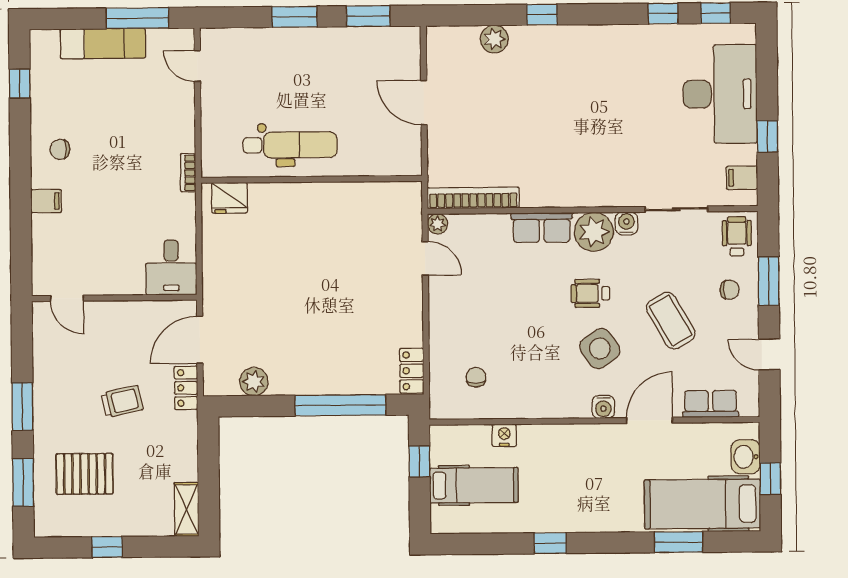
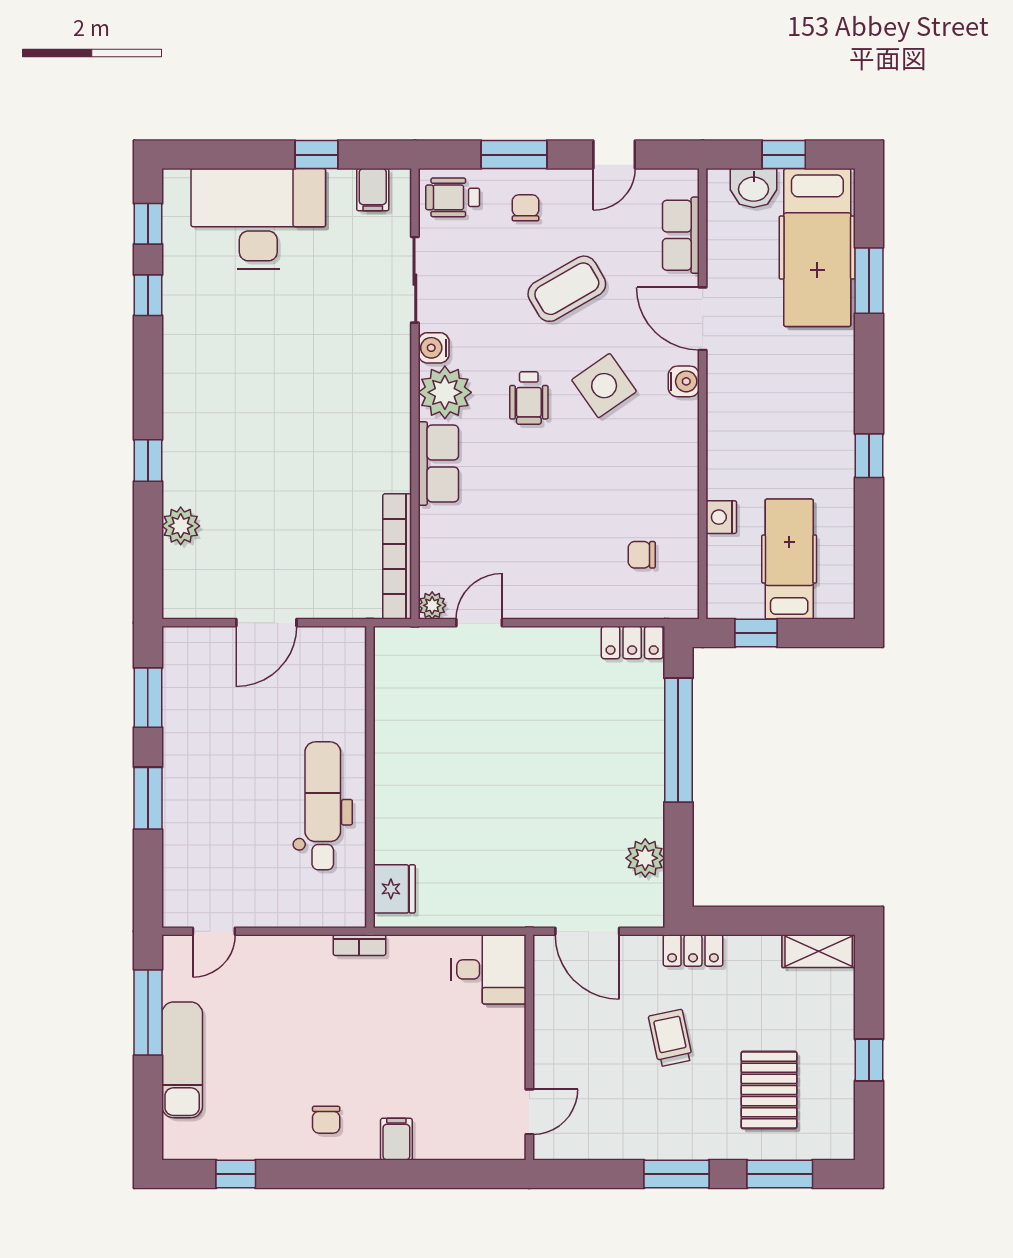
locker: (186, 388) -> (693, 951), moved

